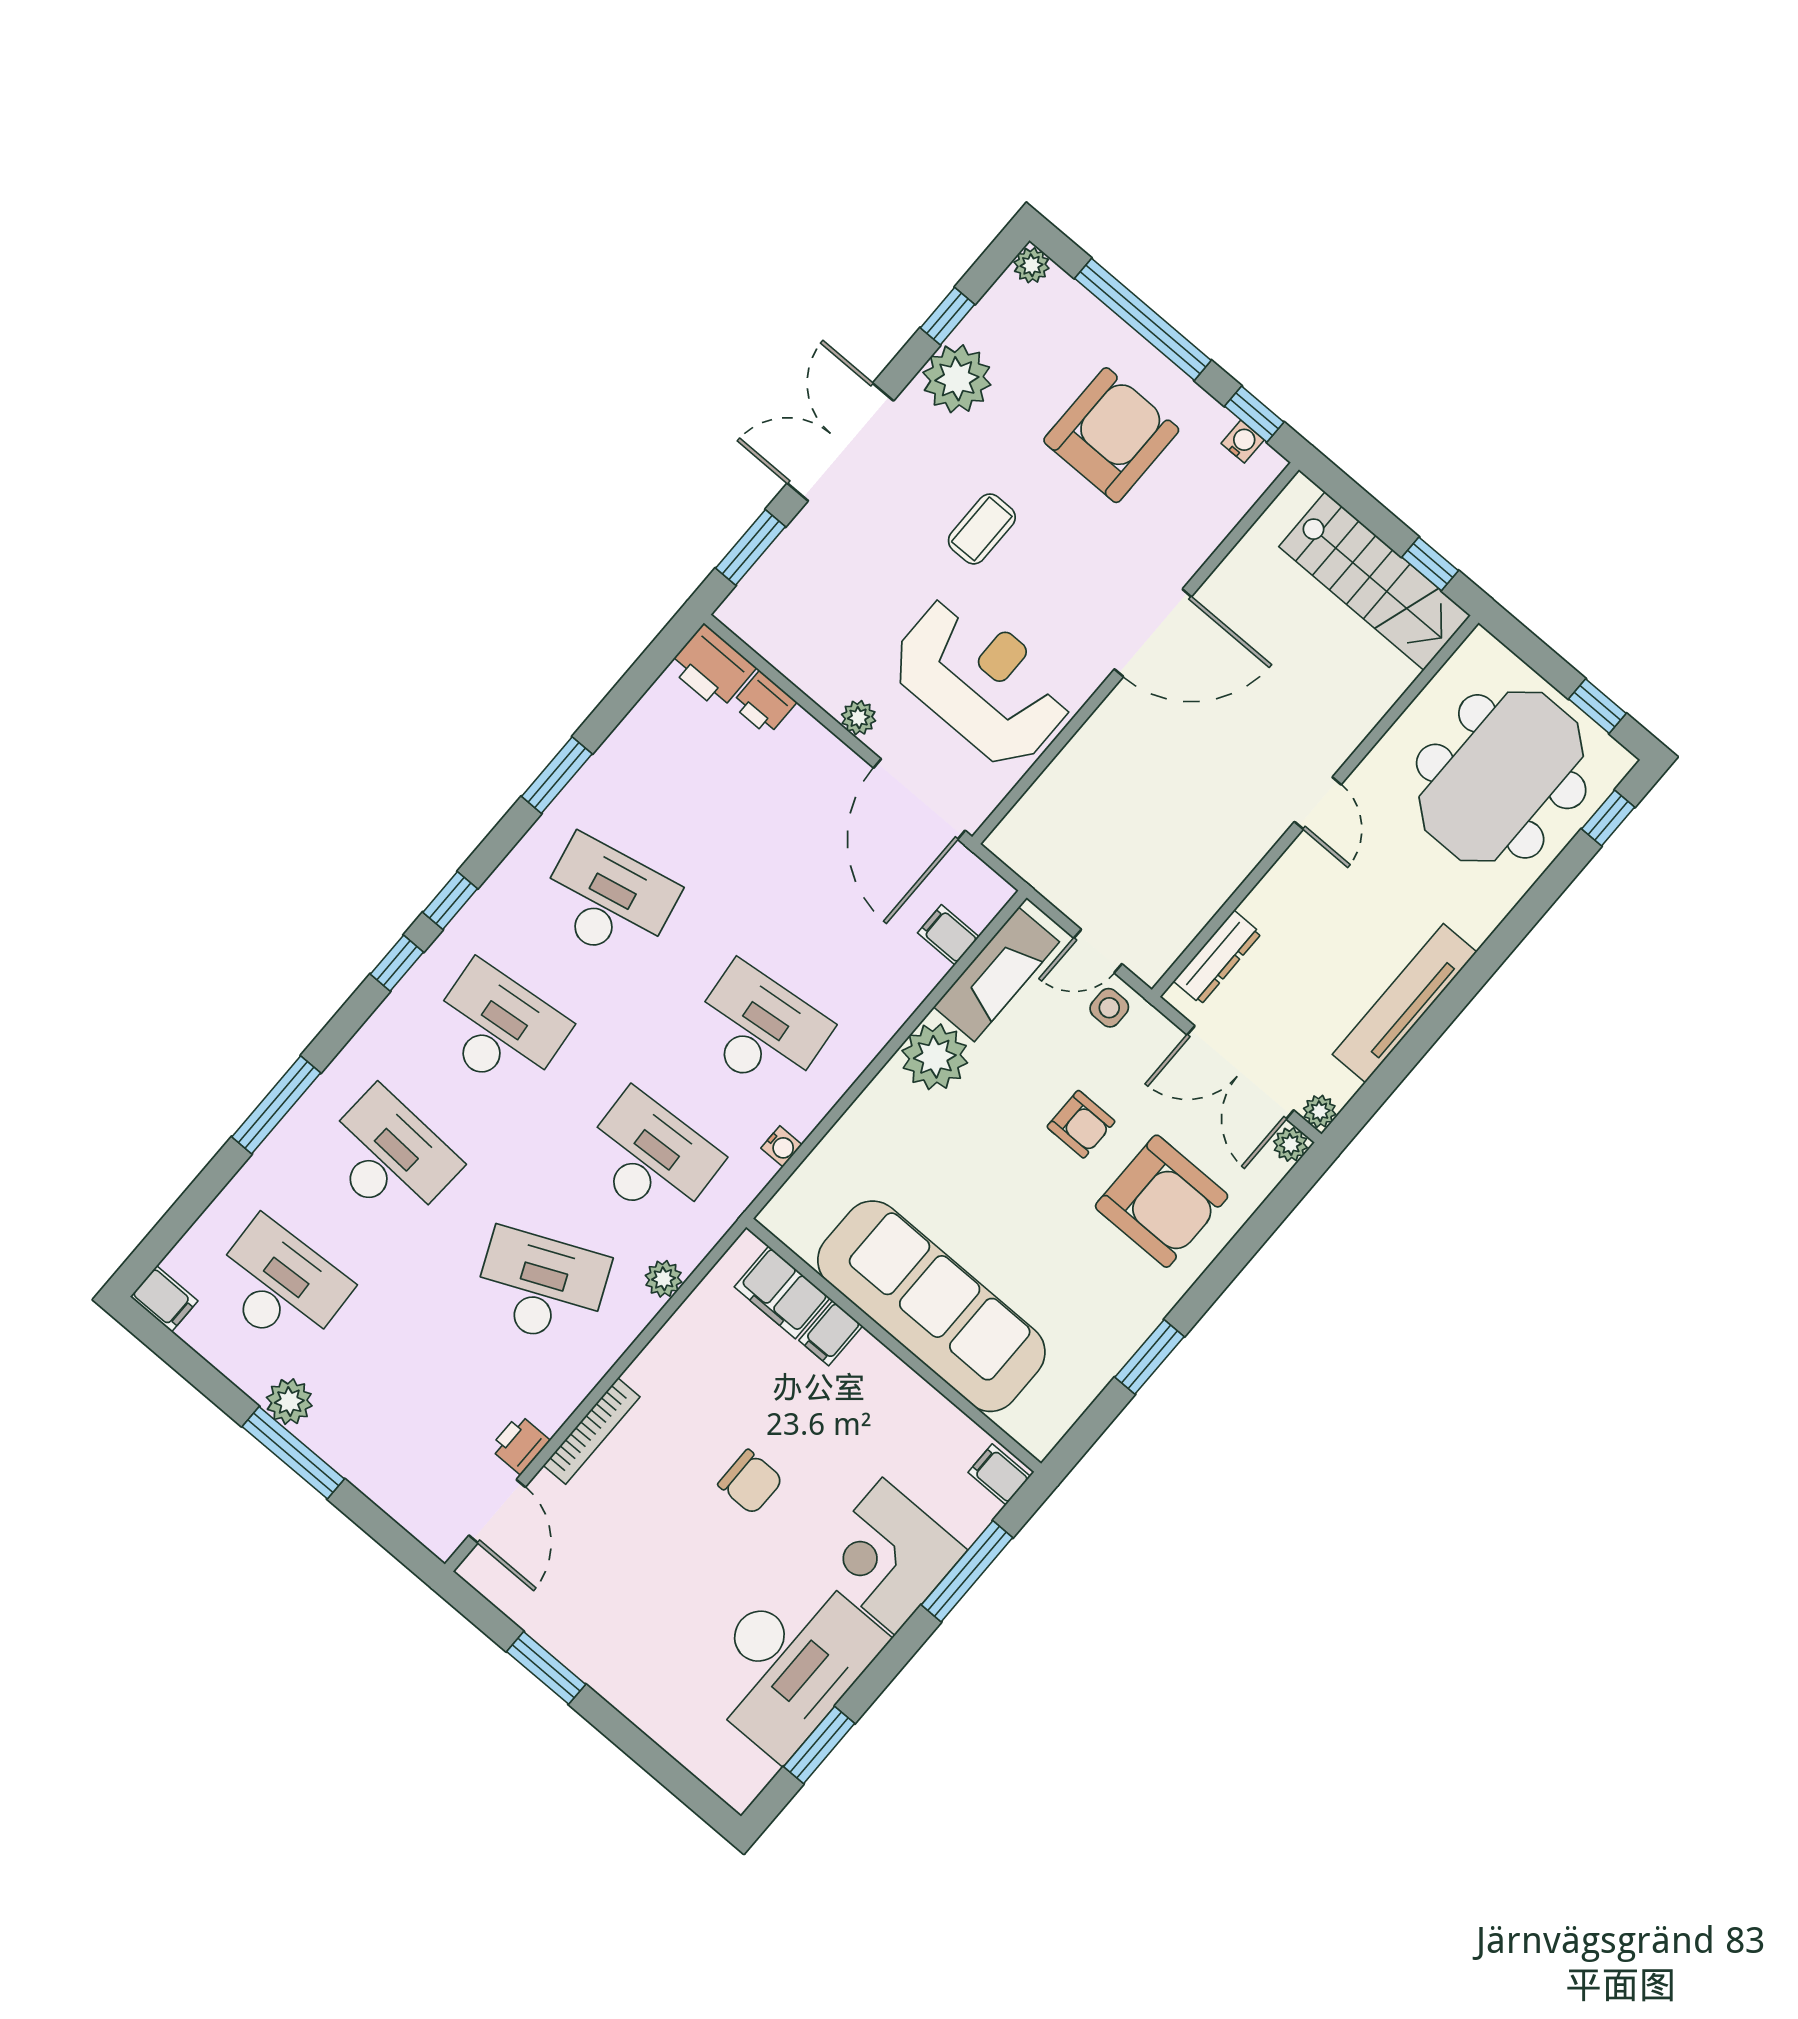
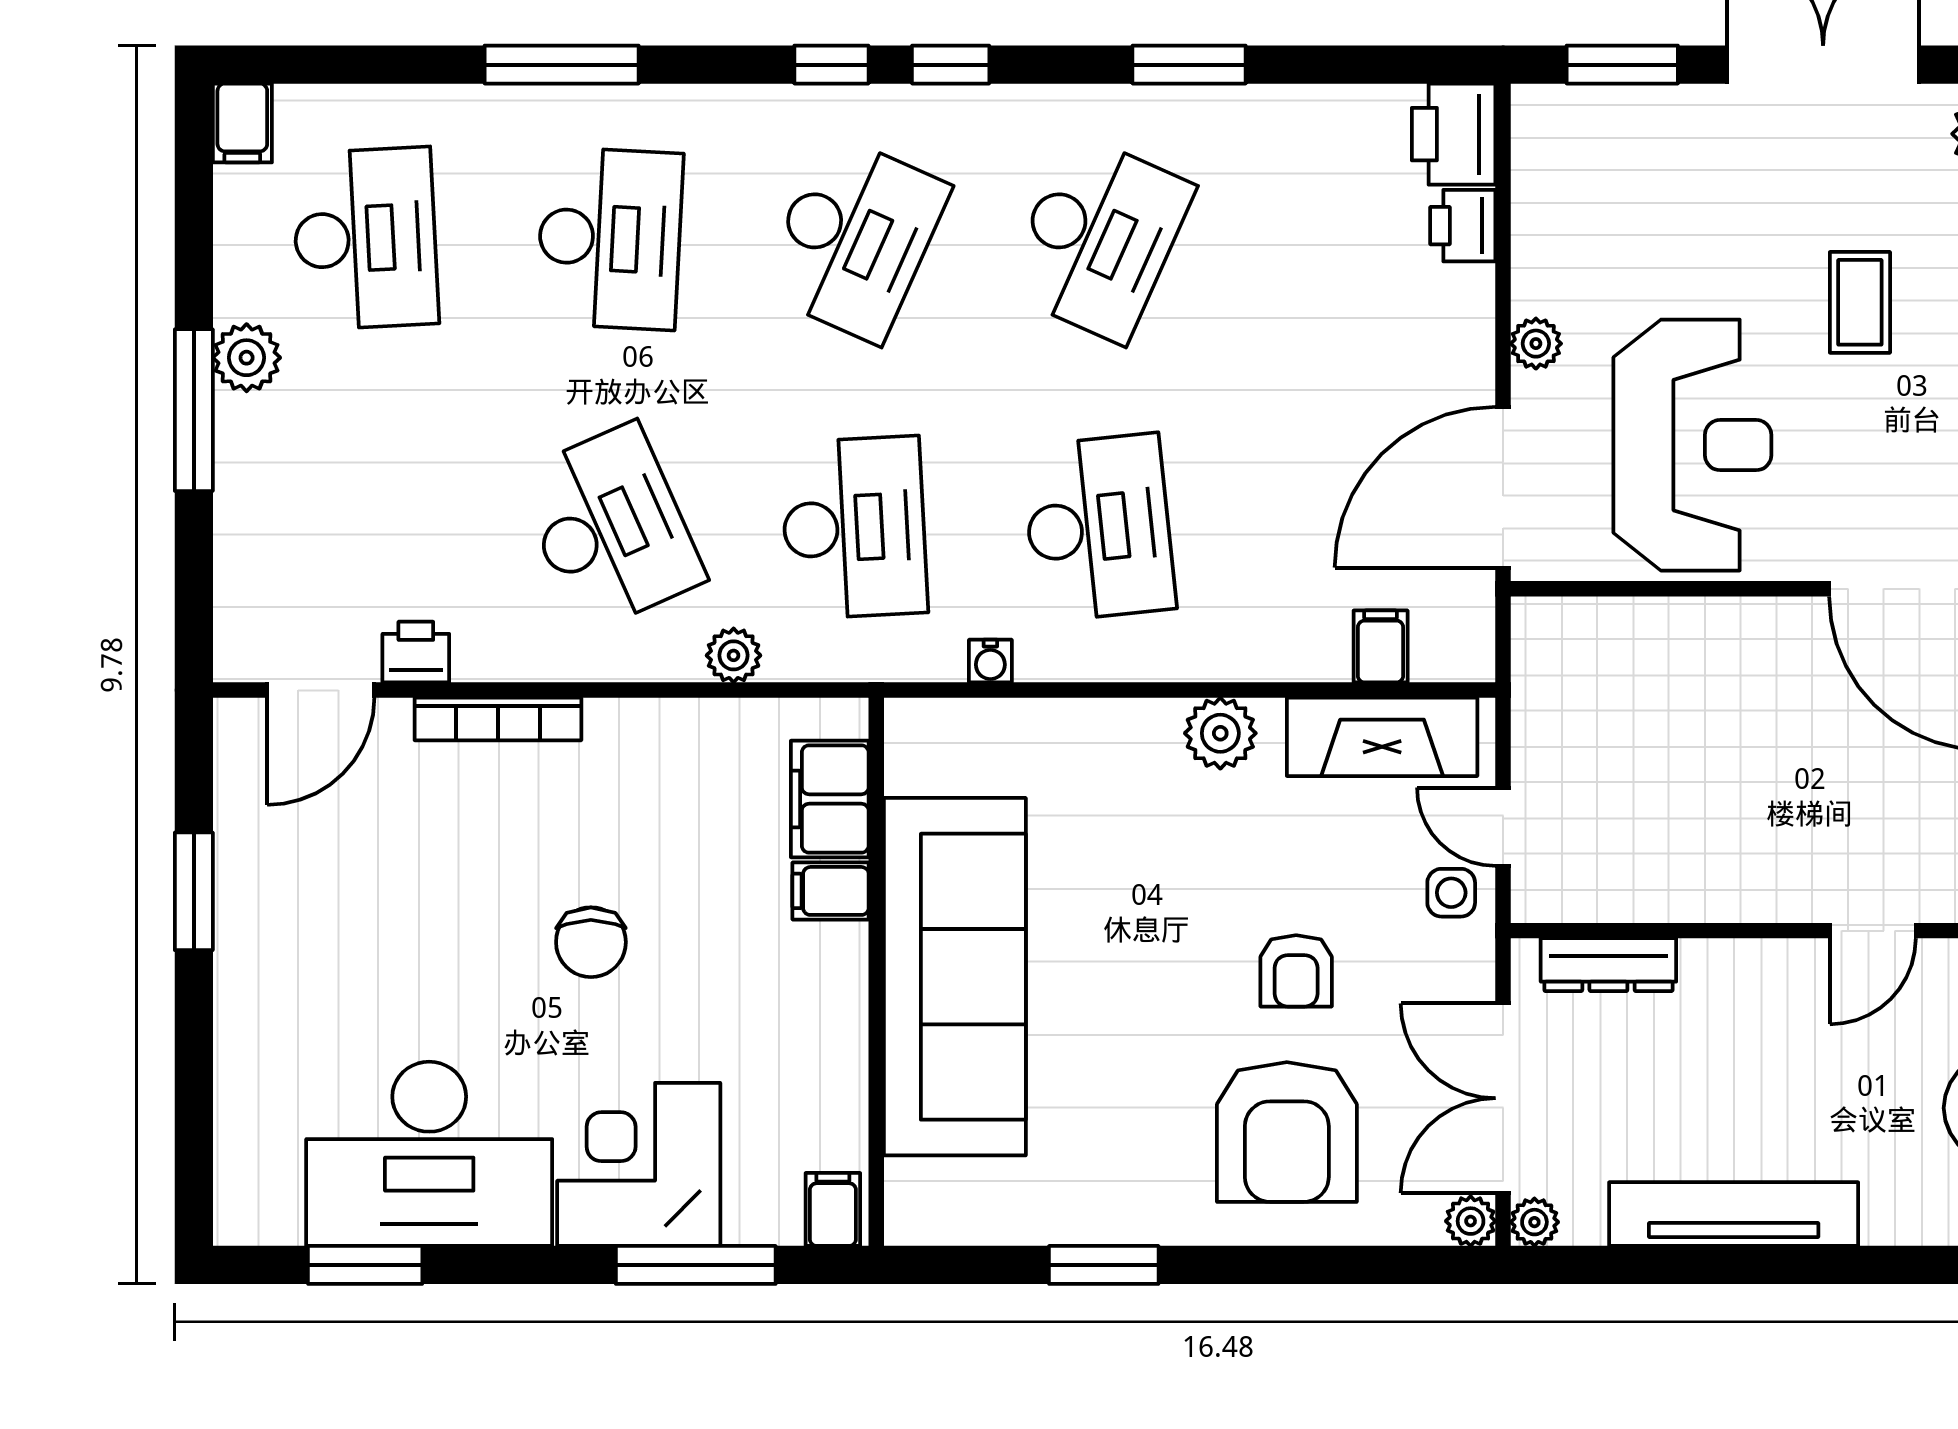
coffee table: (982, 529) -> (1860, 302), turned 90
desk: (608, 900) -> (1098, 238), turned 36
desk: (498, 1029) -> (854, 238), turned 30
plant: (935, 1057) -> (1220, 733), width x0.73, depth x0.73

